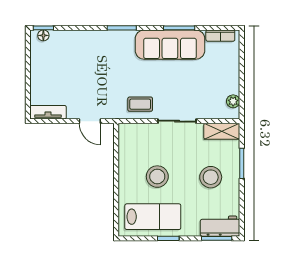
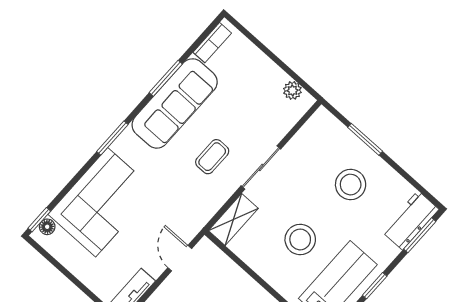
corner sofa: (82, 53) -> (102, 202), added
coffee table: (140, 104) -> (212, 157), moved
door: (90, 121) -> (180, 258), swing flipped
shelving: (222, 131) -> (233, 219), moved

